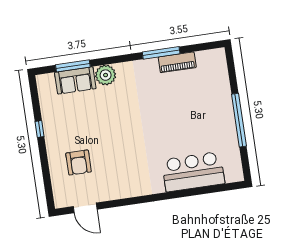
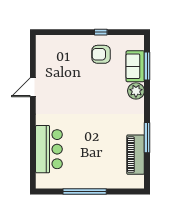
piano: (177, 62) -> (136, 155), width x1.37, depth x1.33
armchair: (79, 162) -> (101, 54), moved
door: (85, 208) -> (33, 87), moved

